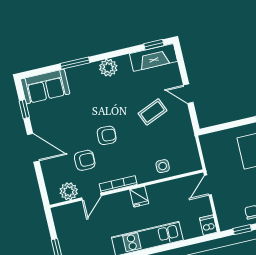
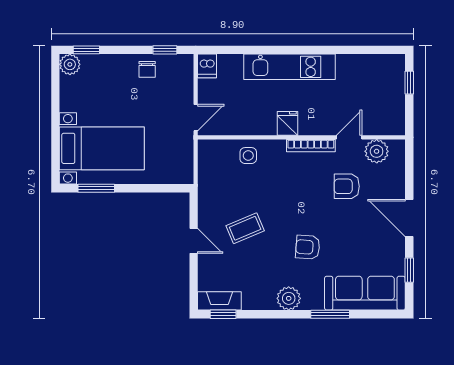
fireplace: (153, 57) -> (219, 301), width x0.73, depth x0.76
sofa: (45, 86) -> (365, 293), width x1.36
armchair: (107, 135) -> (308, 247), moved

